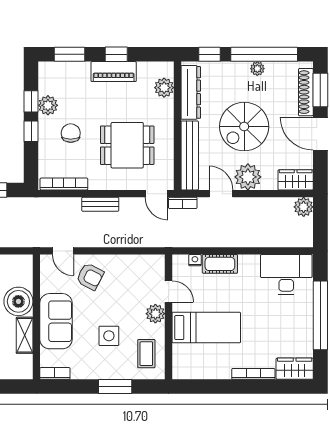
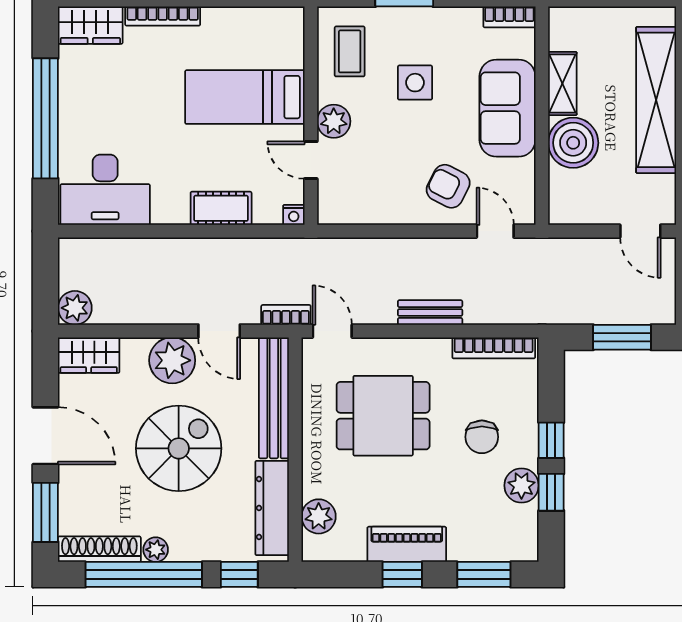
shoe rack: (306, 92) -> (99, 549), moved, turned -90
nightstand: (195, 260) -> (294, 215), moved

